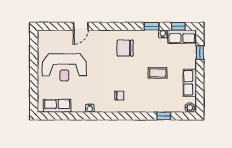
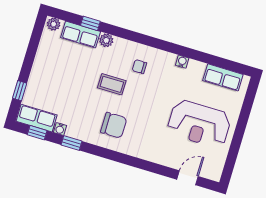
door: (81, 26) -> (188, 178), moved
reception desk: (64, 67) -> (199, 124), turned 180
coffee table: (158, 73) -> (112, 84), moved
row of seats: (190, 83) -> (81, 35), moved, turned 90
plant: (149, 107) -> (106, 40), added

